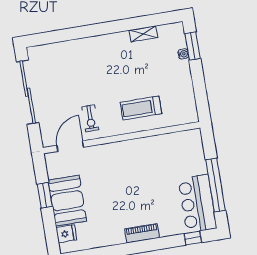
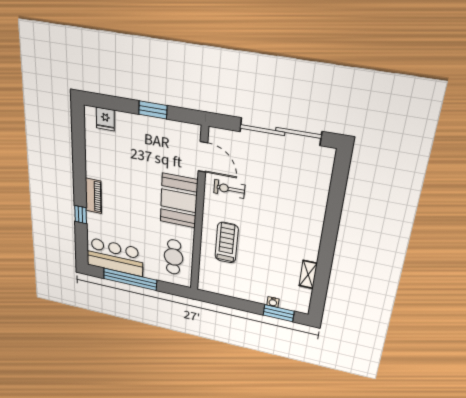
cafe table: (174, 150) -> (174, 257), added
booth: (67, 201) -> (179, 201), moved, turned 90
window: (193, 238) -> (81, 215), moved

